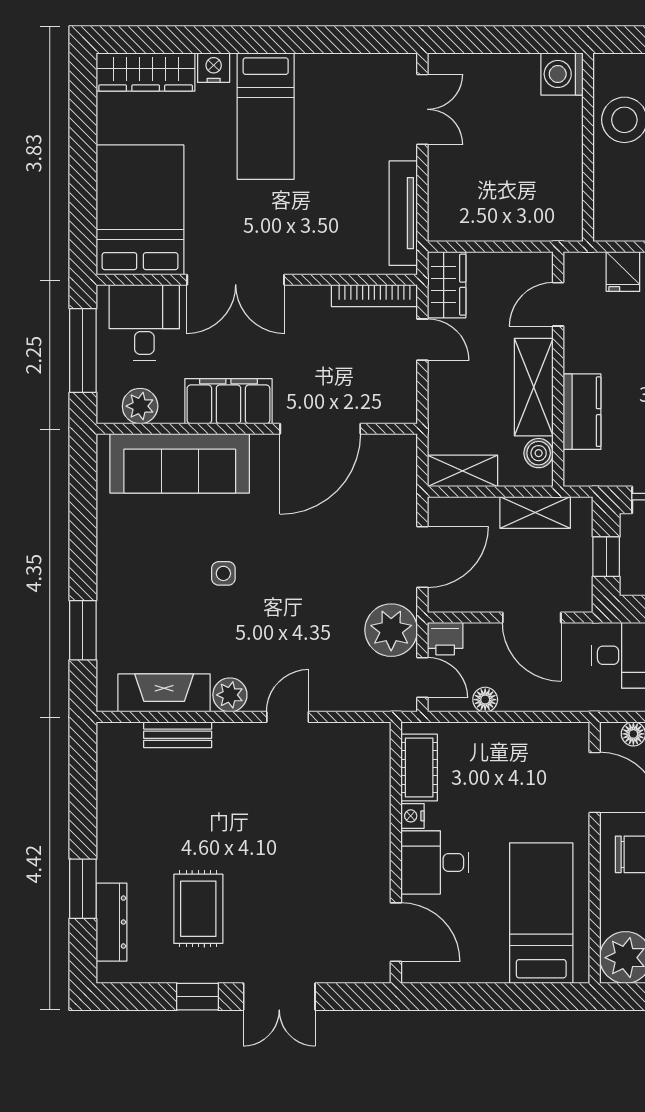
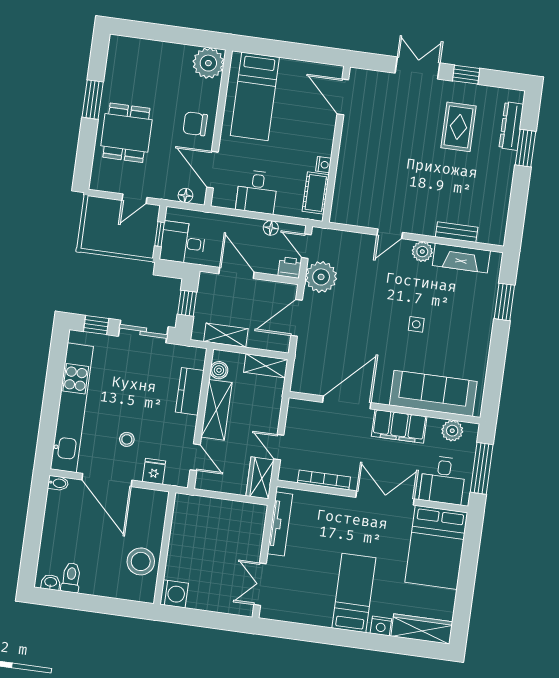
bookcase: (374, 296) -> (324, 480), moved
door: (558, 304) -> (195, 457), hinge flipped
desk: (435, 862) -> (257, 192), moved, turned 90

